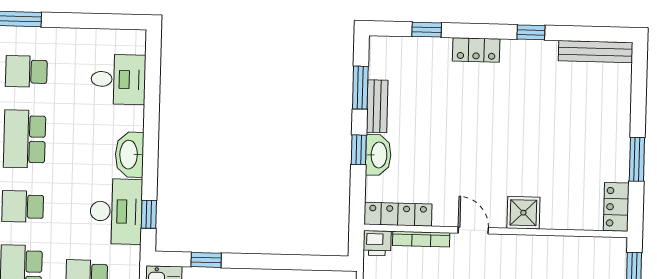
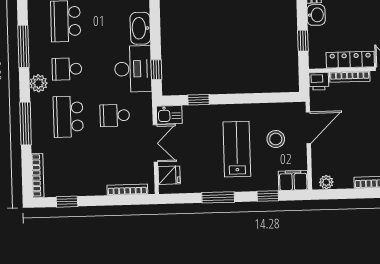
window: (359, 150) -> (303, 41), moved
washbasin: (378, 155) -> (316, 15), width x0.72
locker: (398, 214) -> (350, 60), moved

